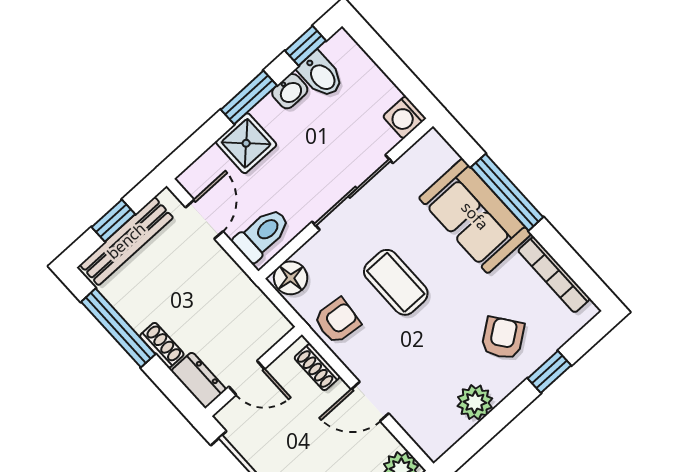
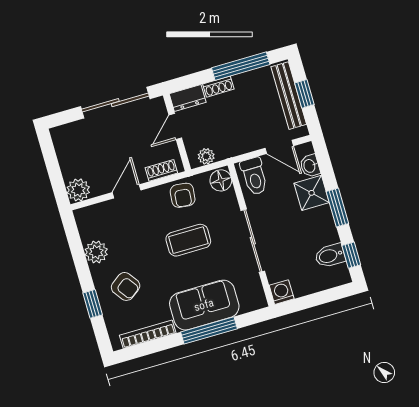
washbasin: (290, 91) -> (310, 166), moved
plant: (267, 315) -> (206, 156), added

